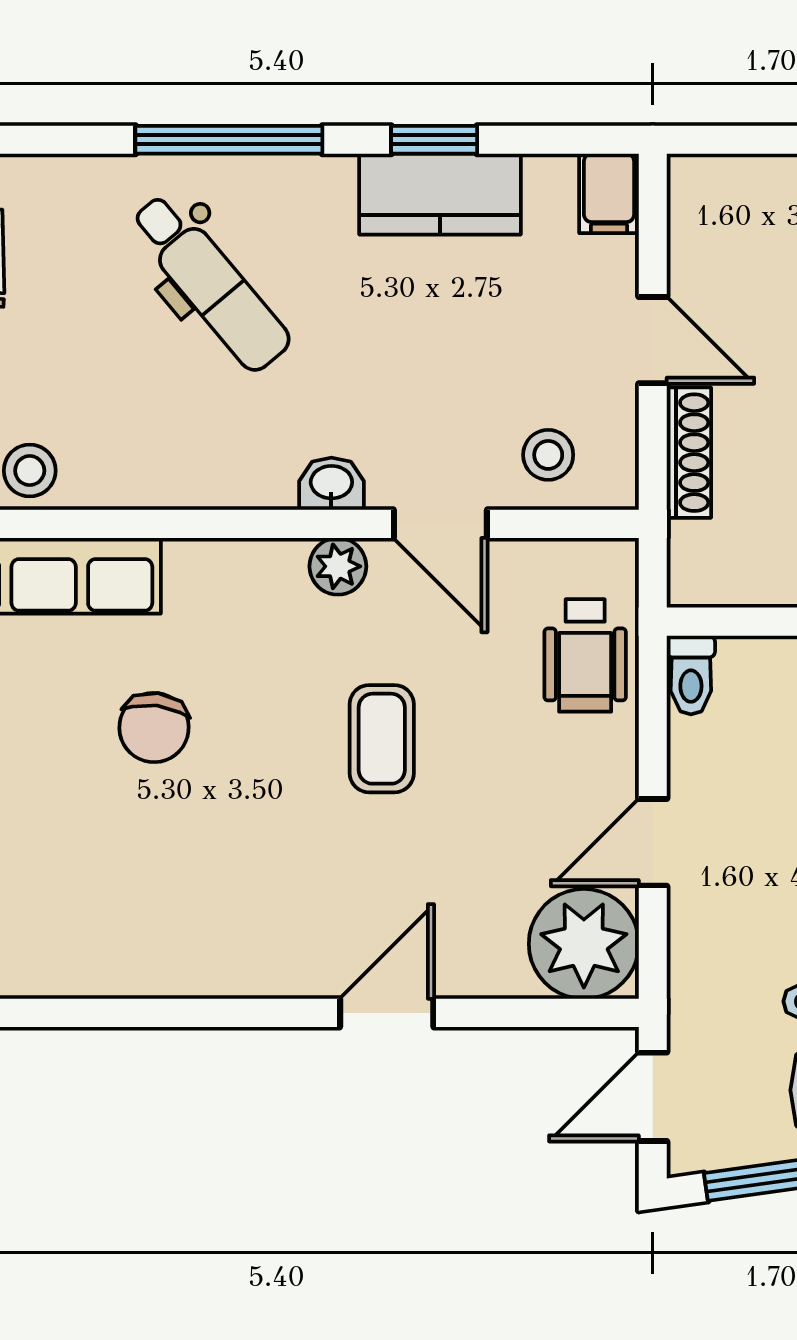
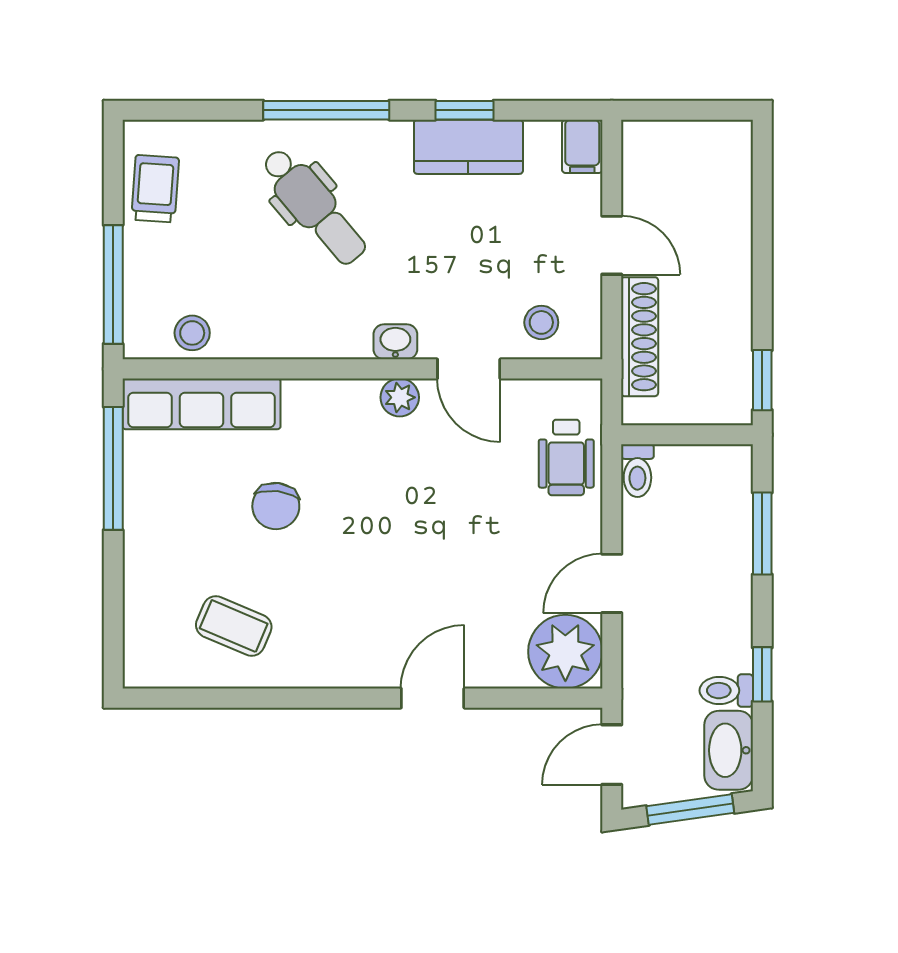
shoe rack: (689, 453) -> (640, 337), width x1.36, depth x1.24
coffee table: (382, 739) -> (234, 626), moved, turned -67

